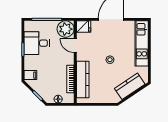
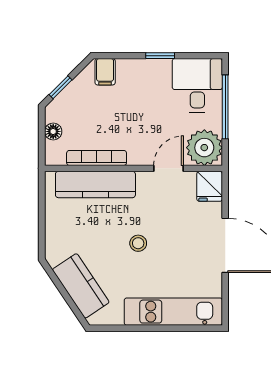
desk: (37, 43) -> (197, 85), moved

